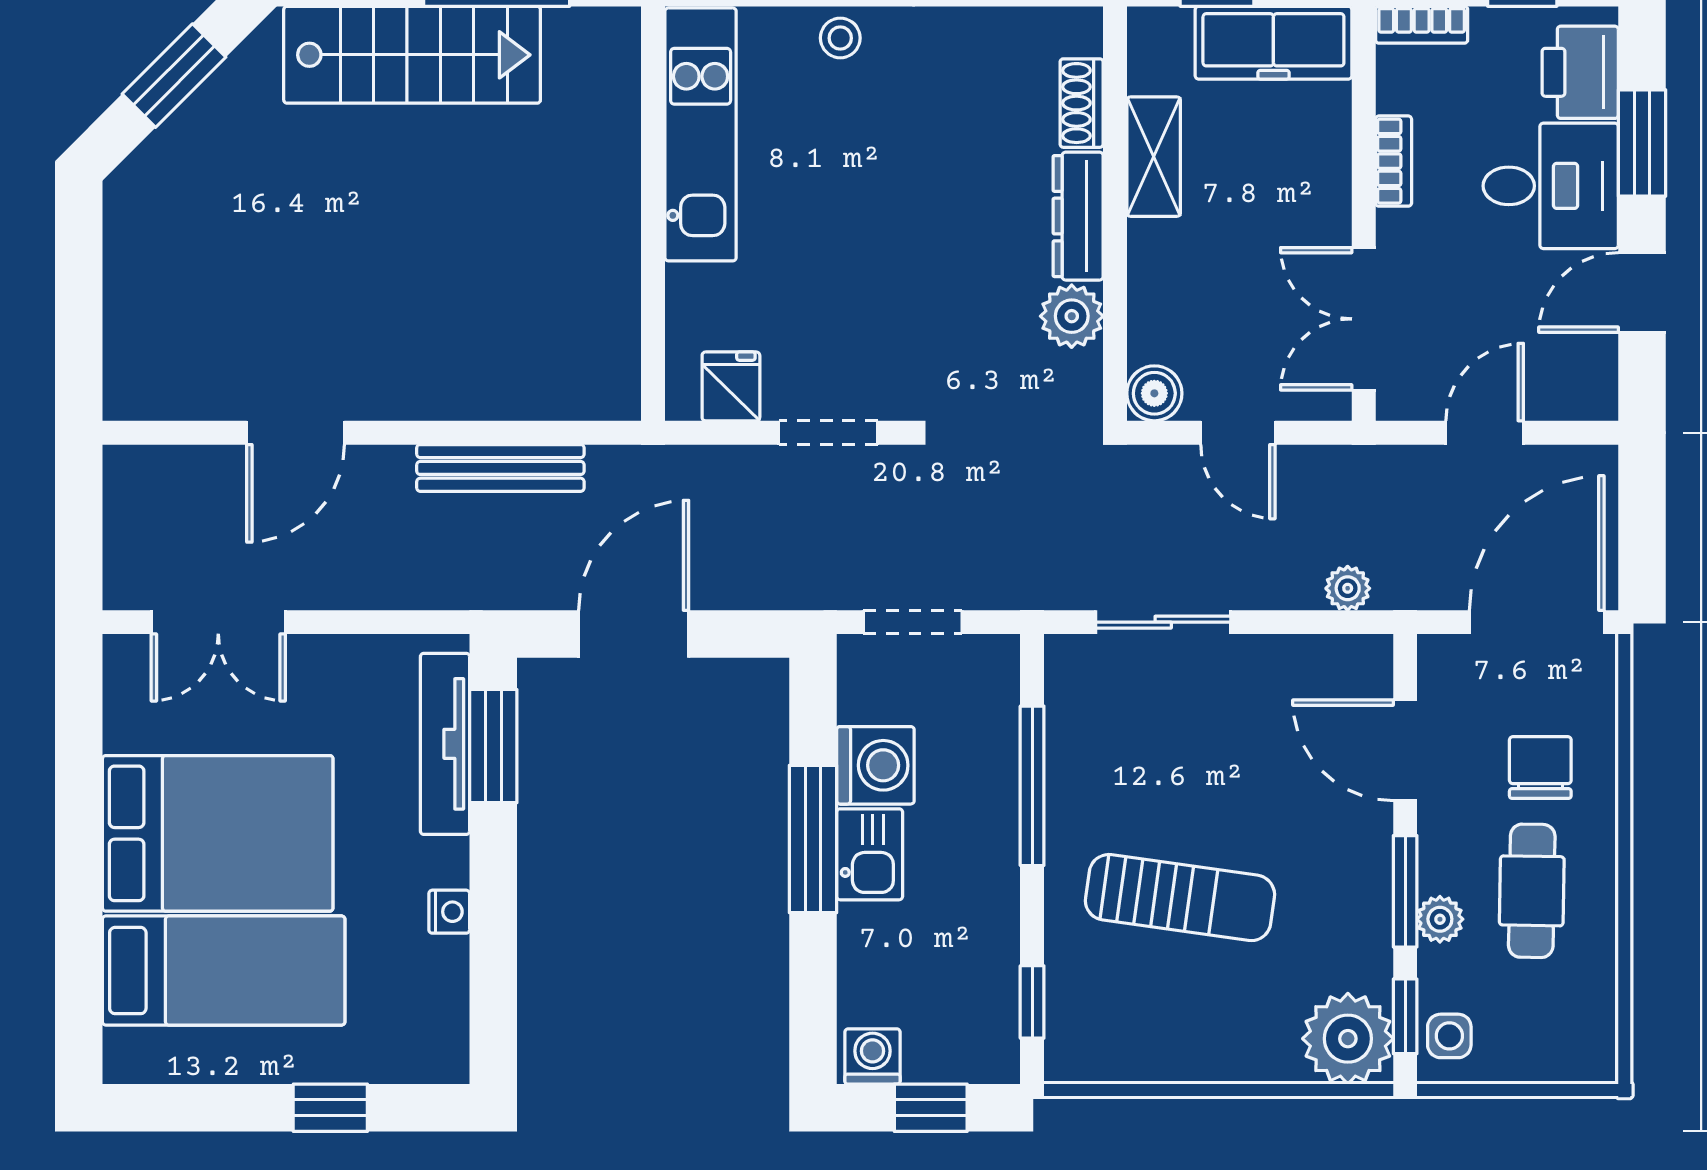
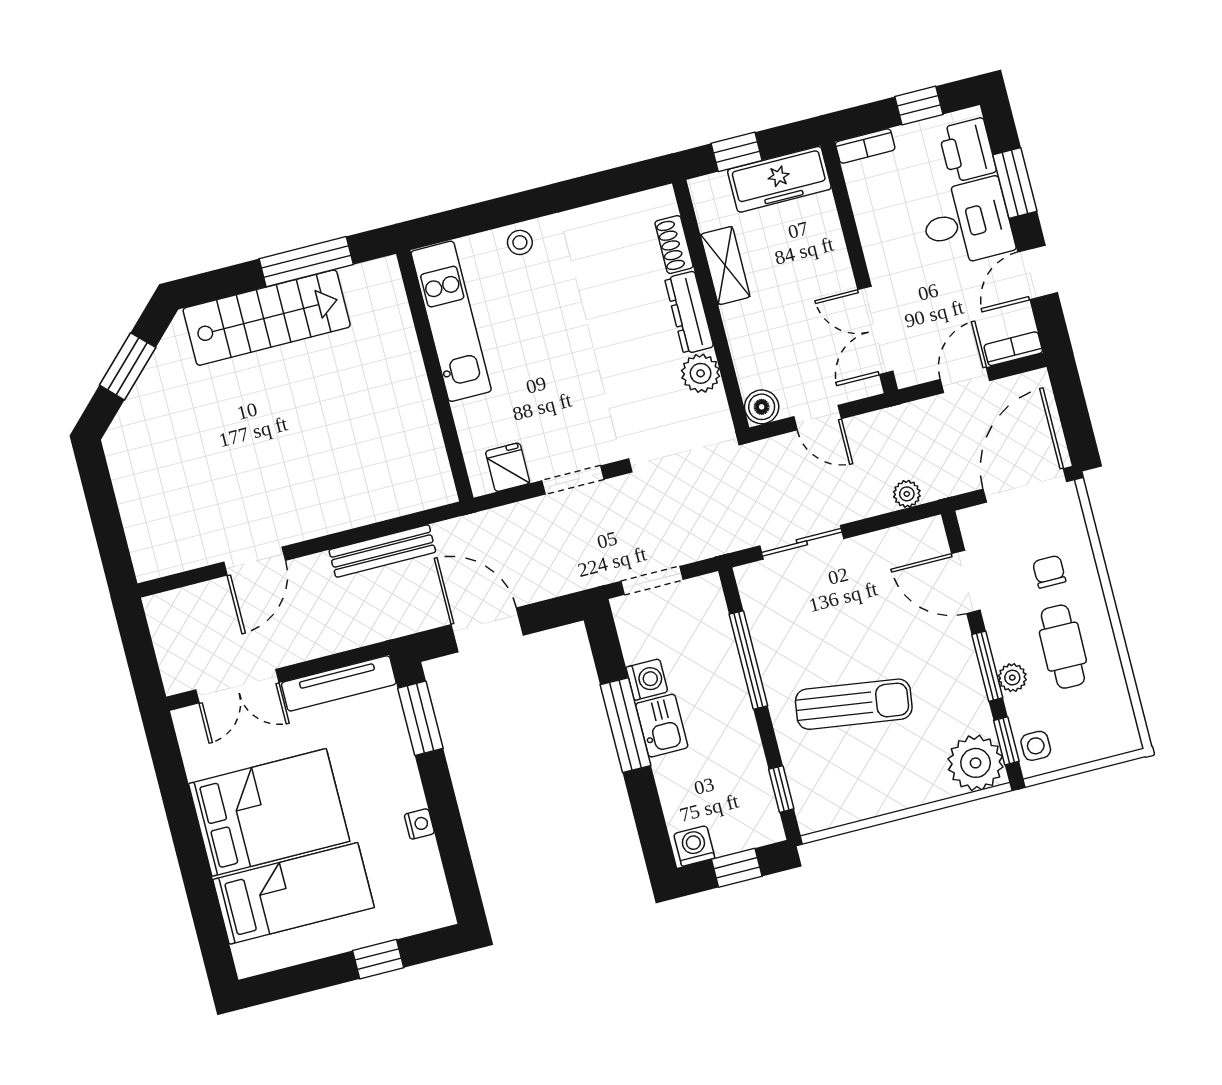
bookcase: (1394, 161) -> (1013, 349), moved, turned -90
door: (634, 634) -> (487, 630), hinge flipped
tv unit: (445, 744) -> (339, 683), moved, turned -90
washing machine: (875, 765) -> (647, 680), width x0.73, depth x0.73
chair: (1540, 768) -> (1049, 572), width x0.73, depth x0.73

